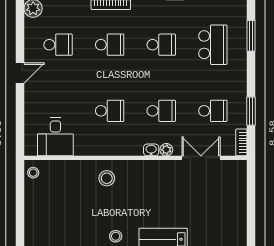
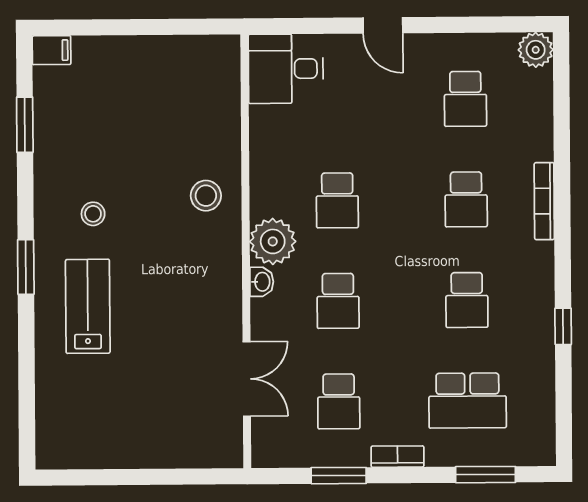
door: (20, 73) -> (383, 25), moved
desk: (55, 137) -> (286, 69), moved
bookcase: (241, 142) -> (397, 457), moved
plant: (166, 150) -> (273, 241), moved, width x1.88, depth x1.88
stool: (33, 173) -> (216, 52), removed

